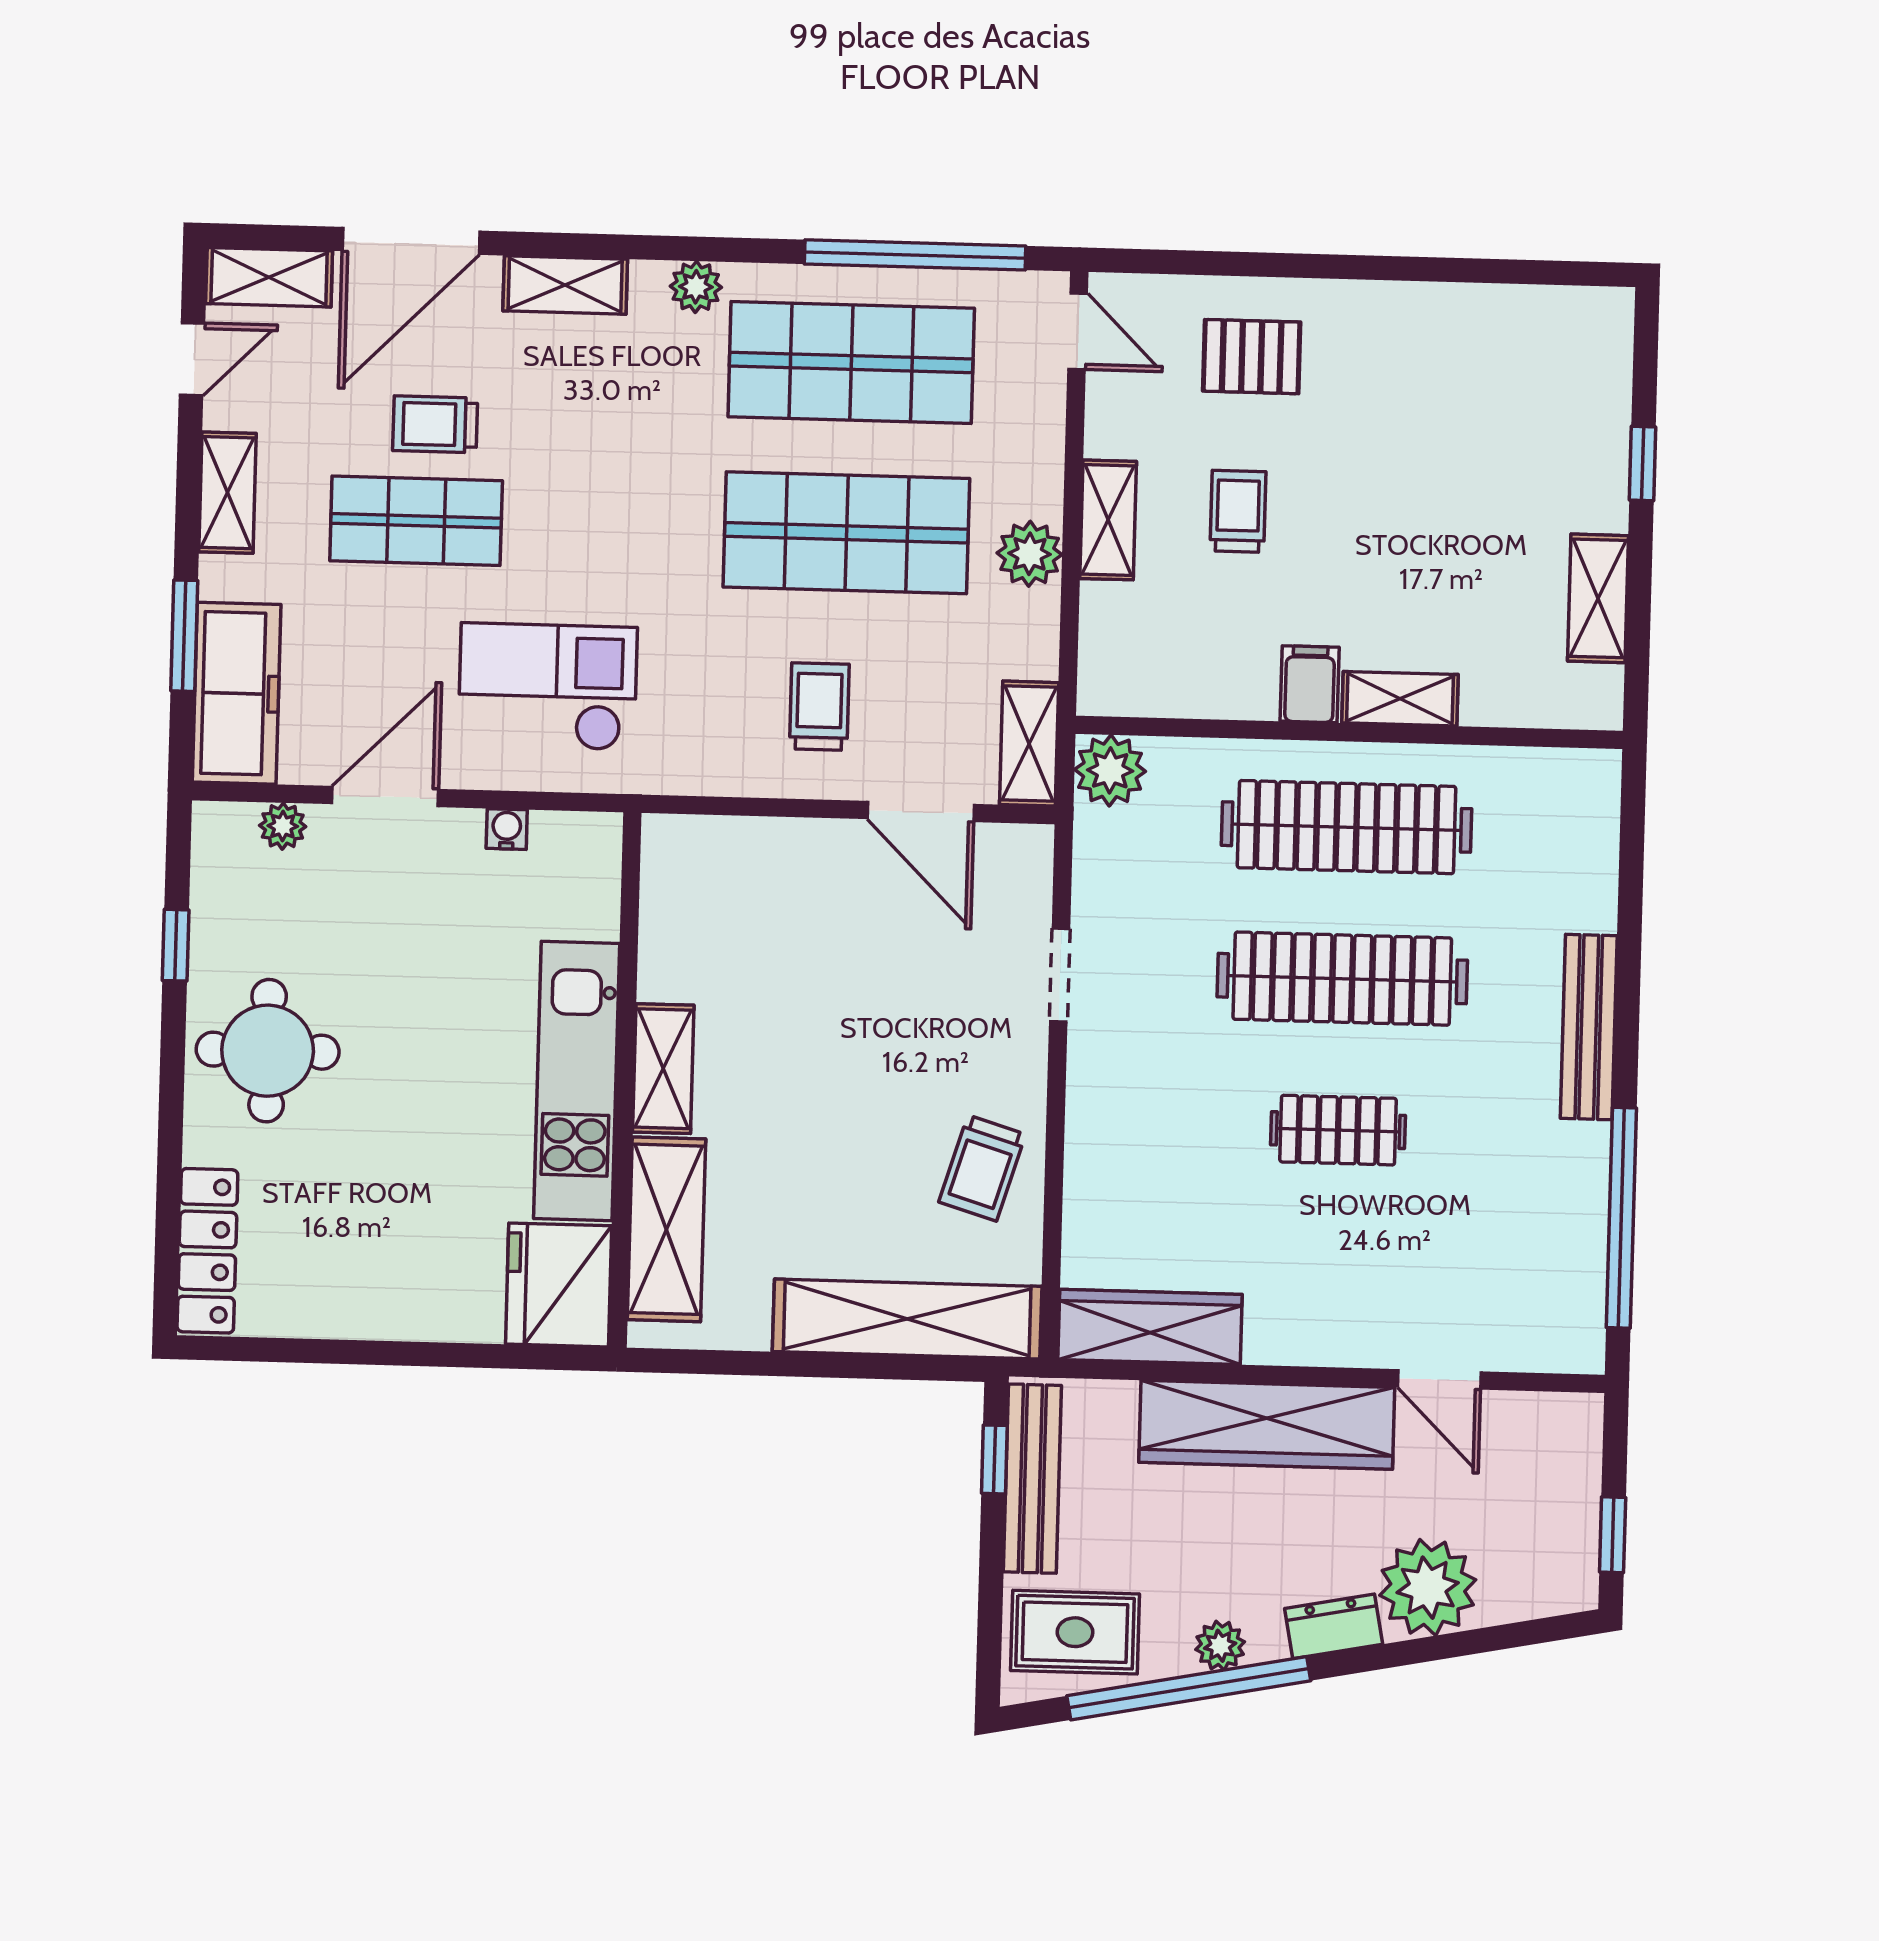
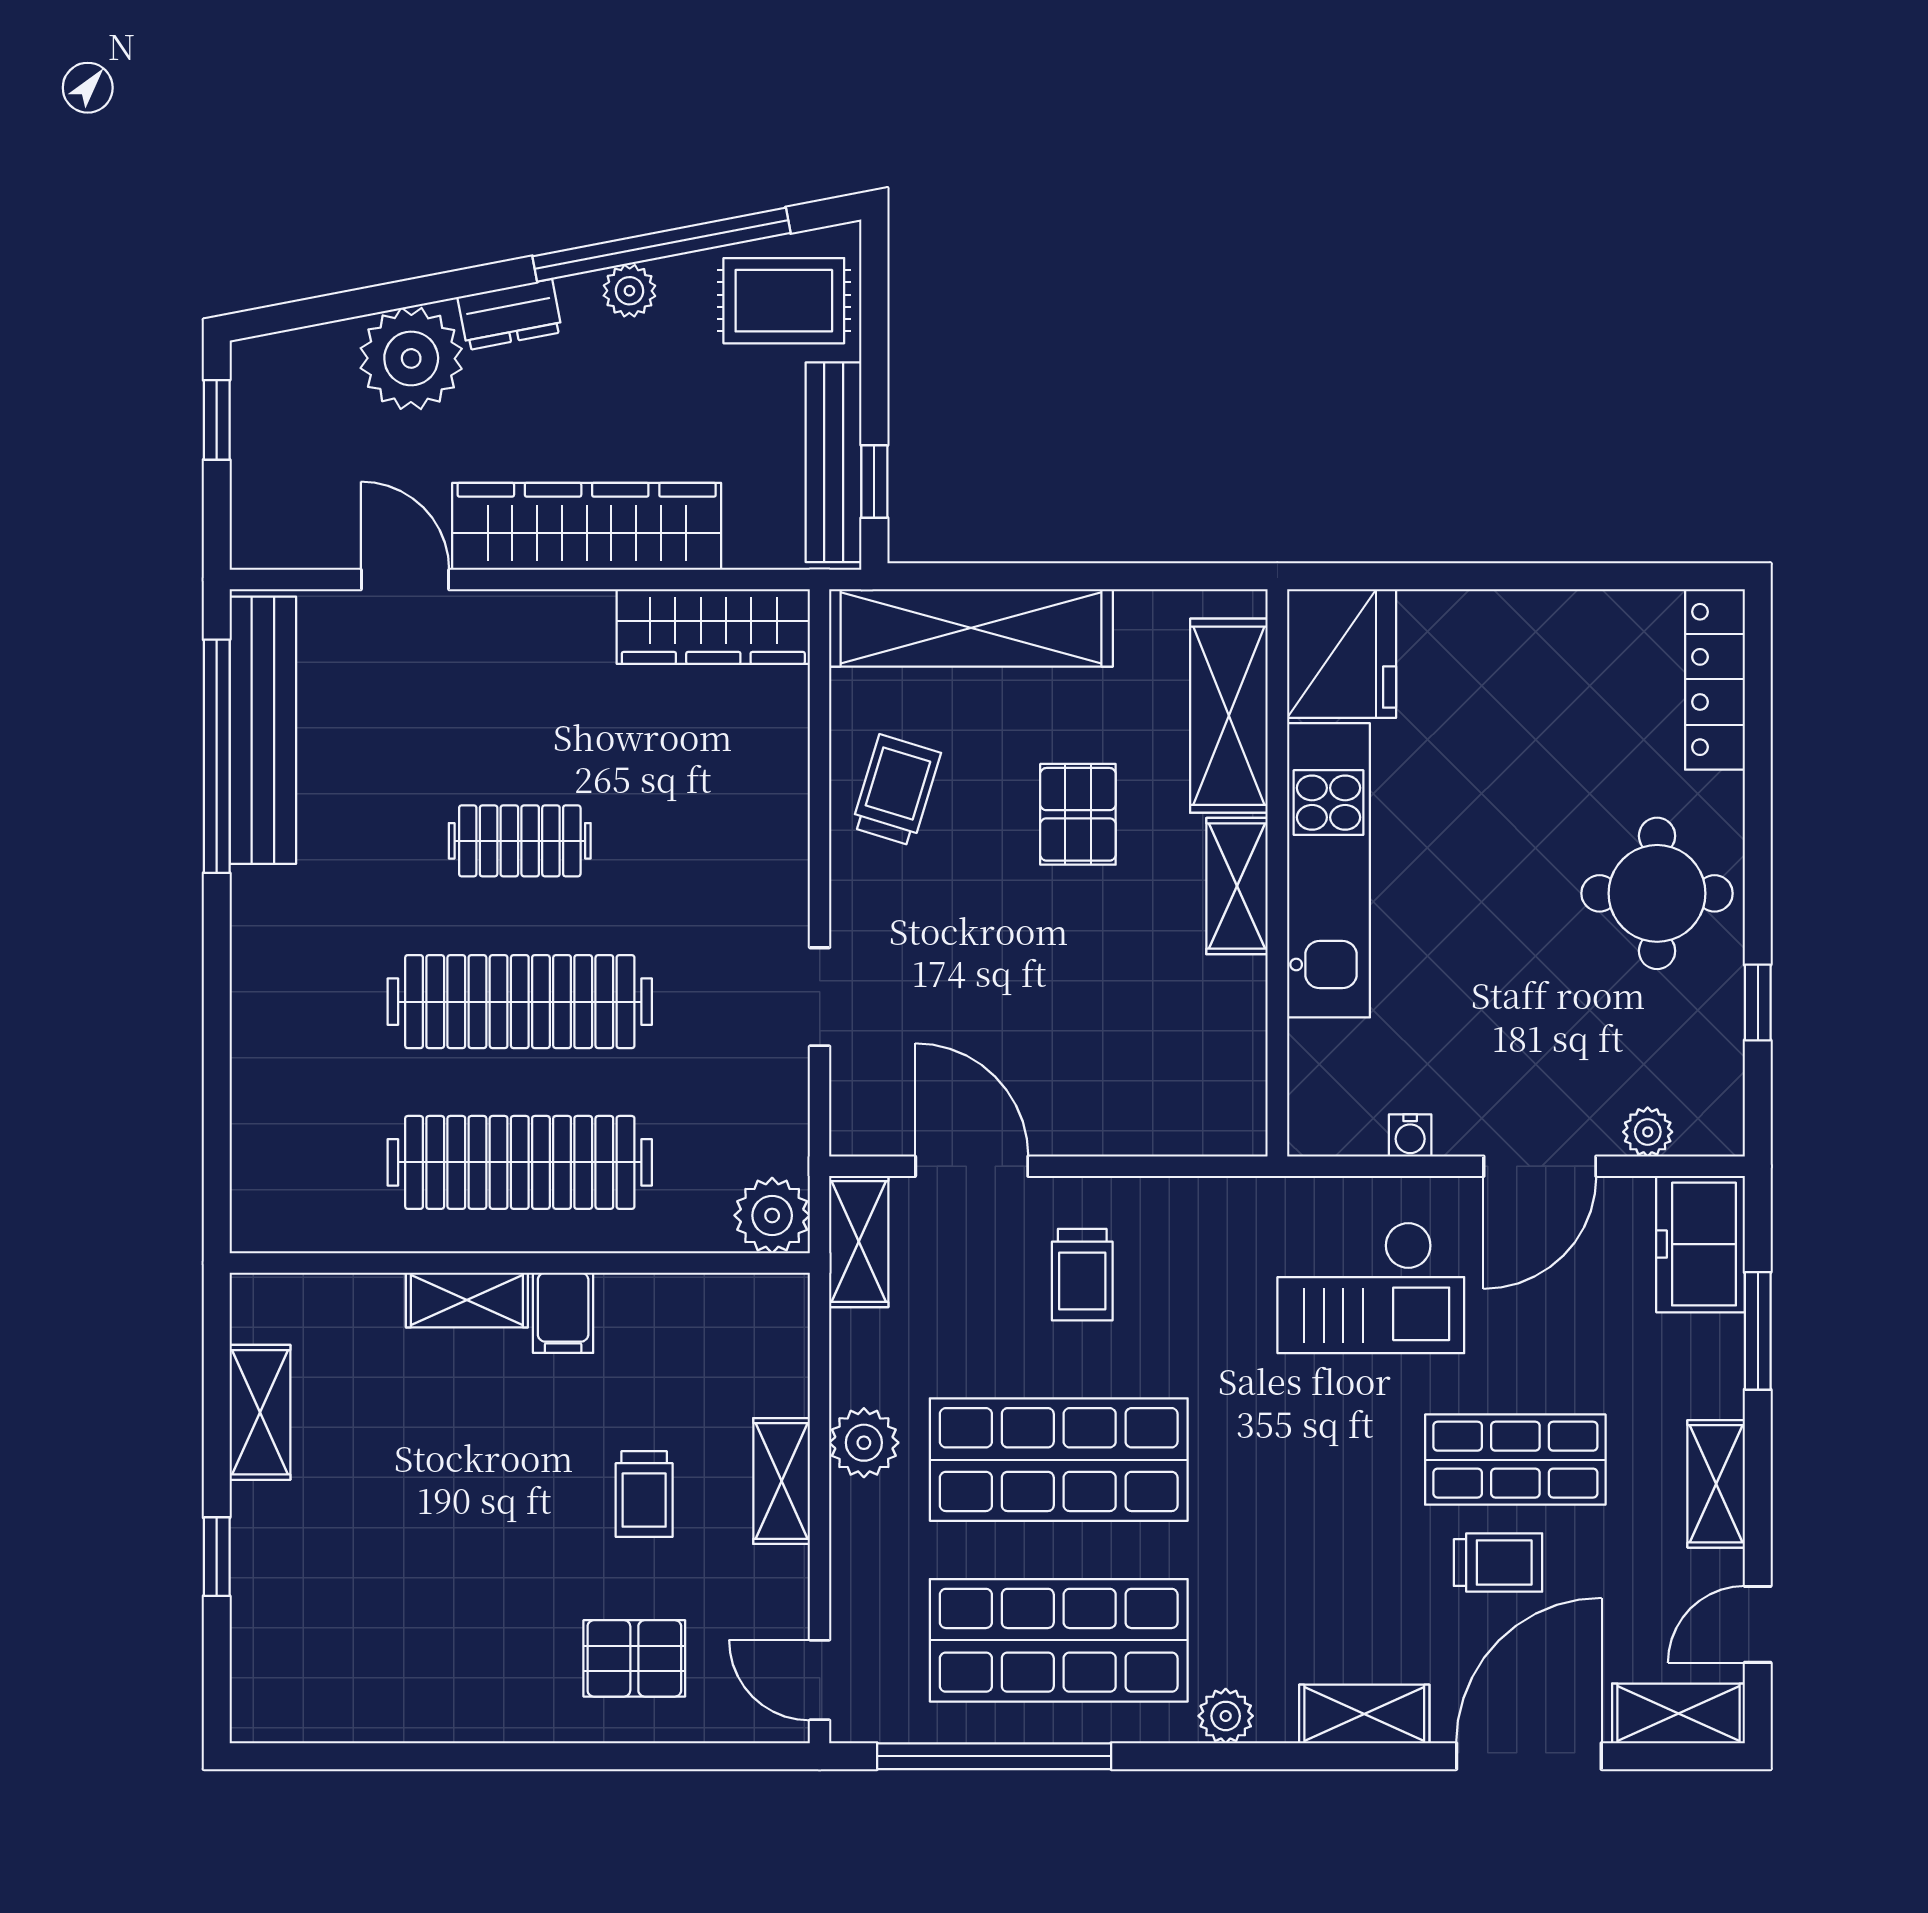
freezer: (237, 693) -> (1700, 1244), width x0.71
bench: (1589, 1027) -> (263, 730), moved, width x1.37, depth x1.21
pallet: (811, 1140) -> (1078, 814), added

